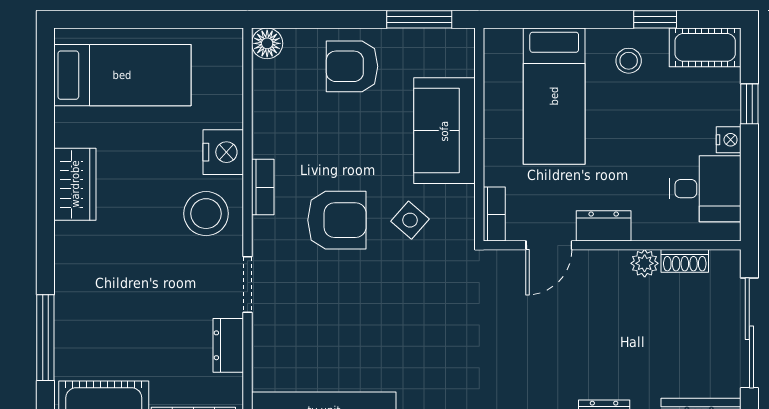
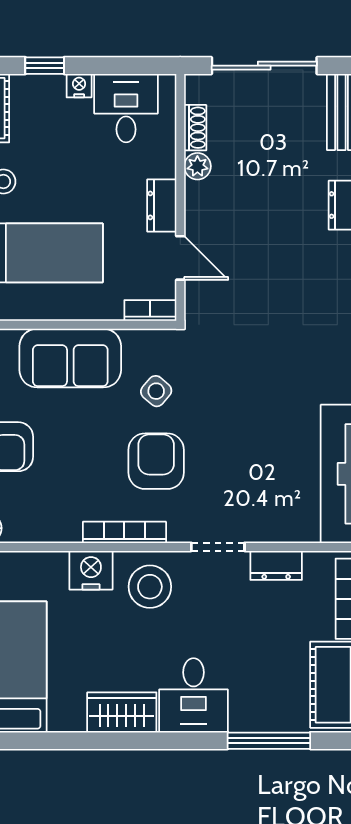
bookcase: (263, 187) -> (124, 532), width x1.56
desk: (93, 259) -> (194, 695), added

